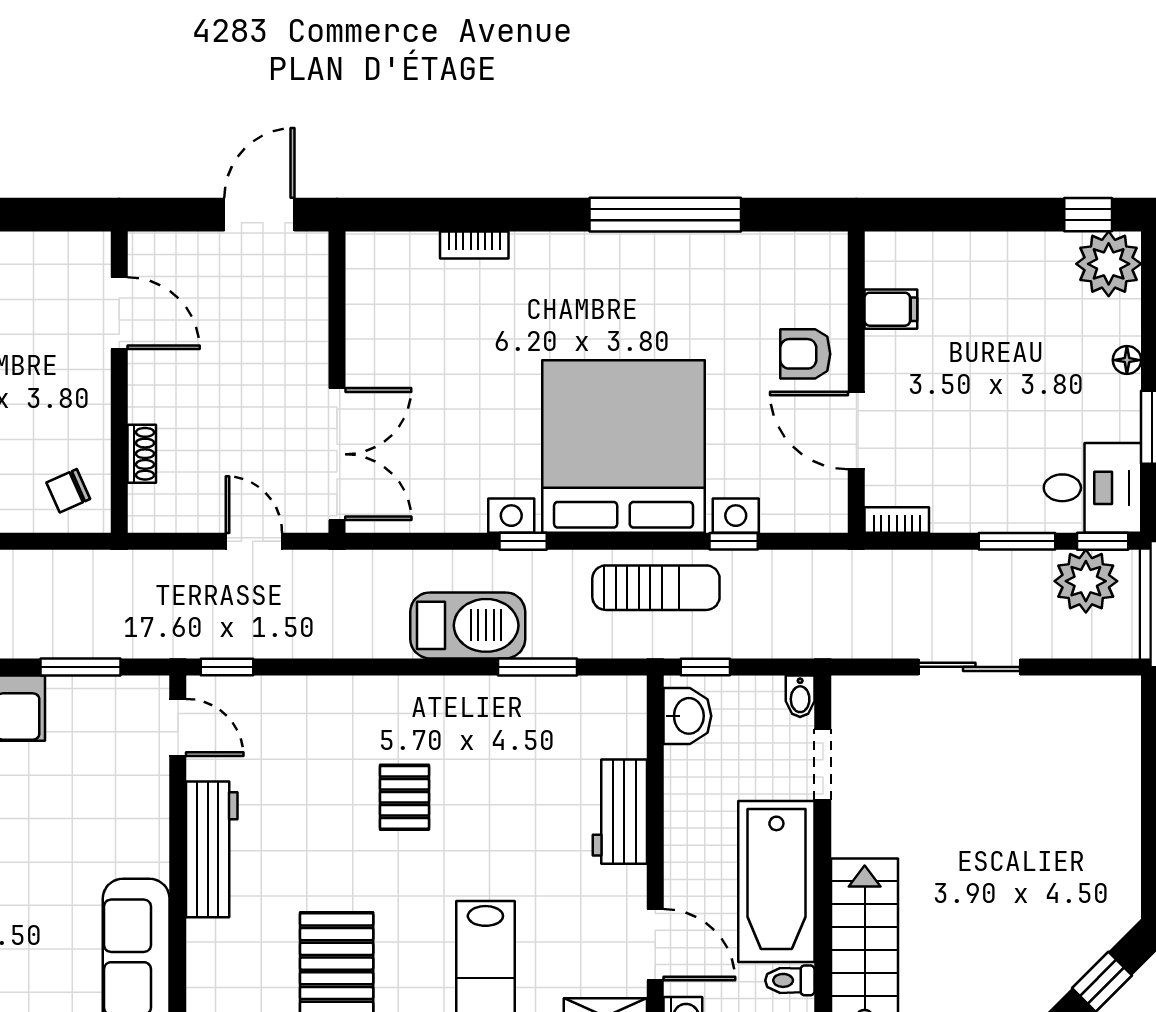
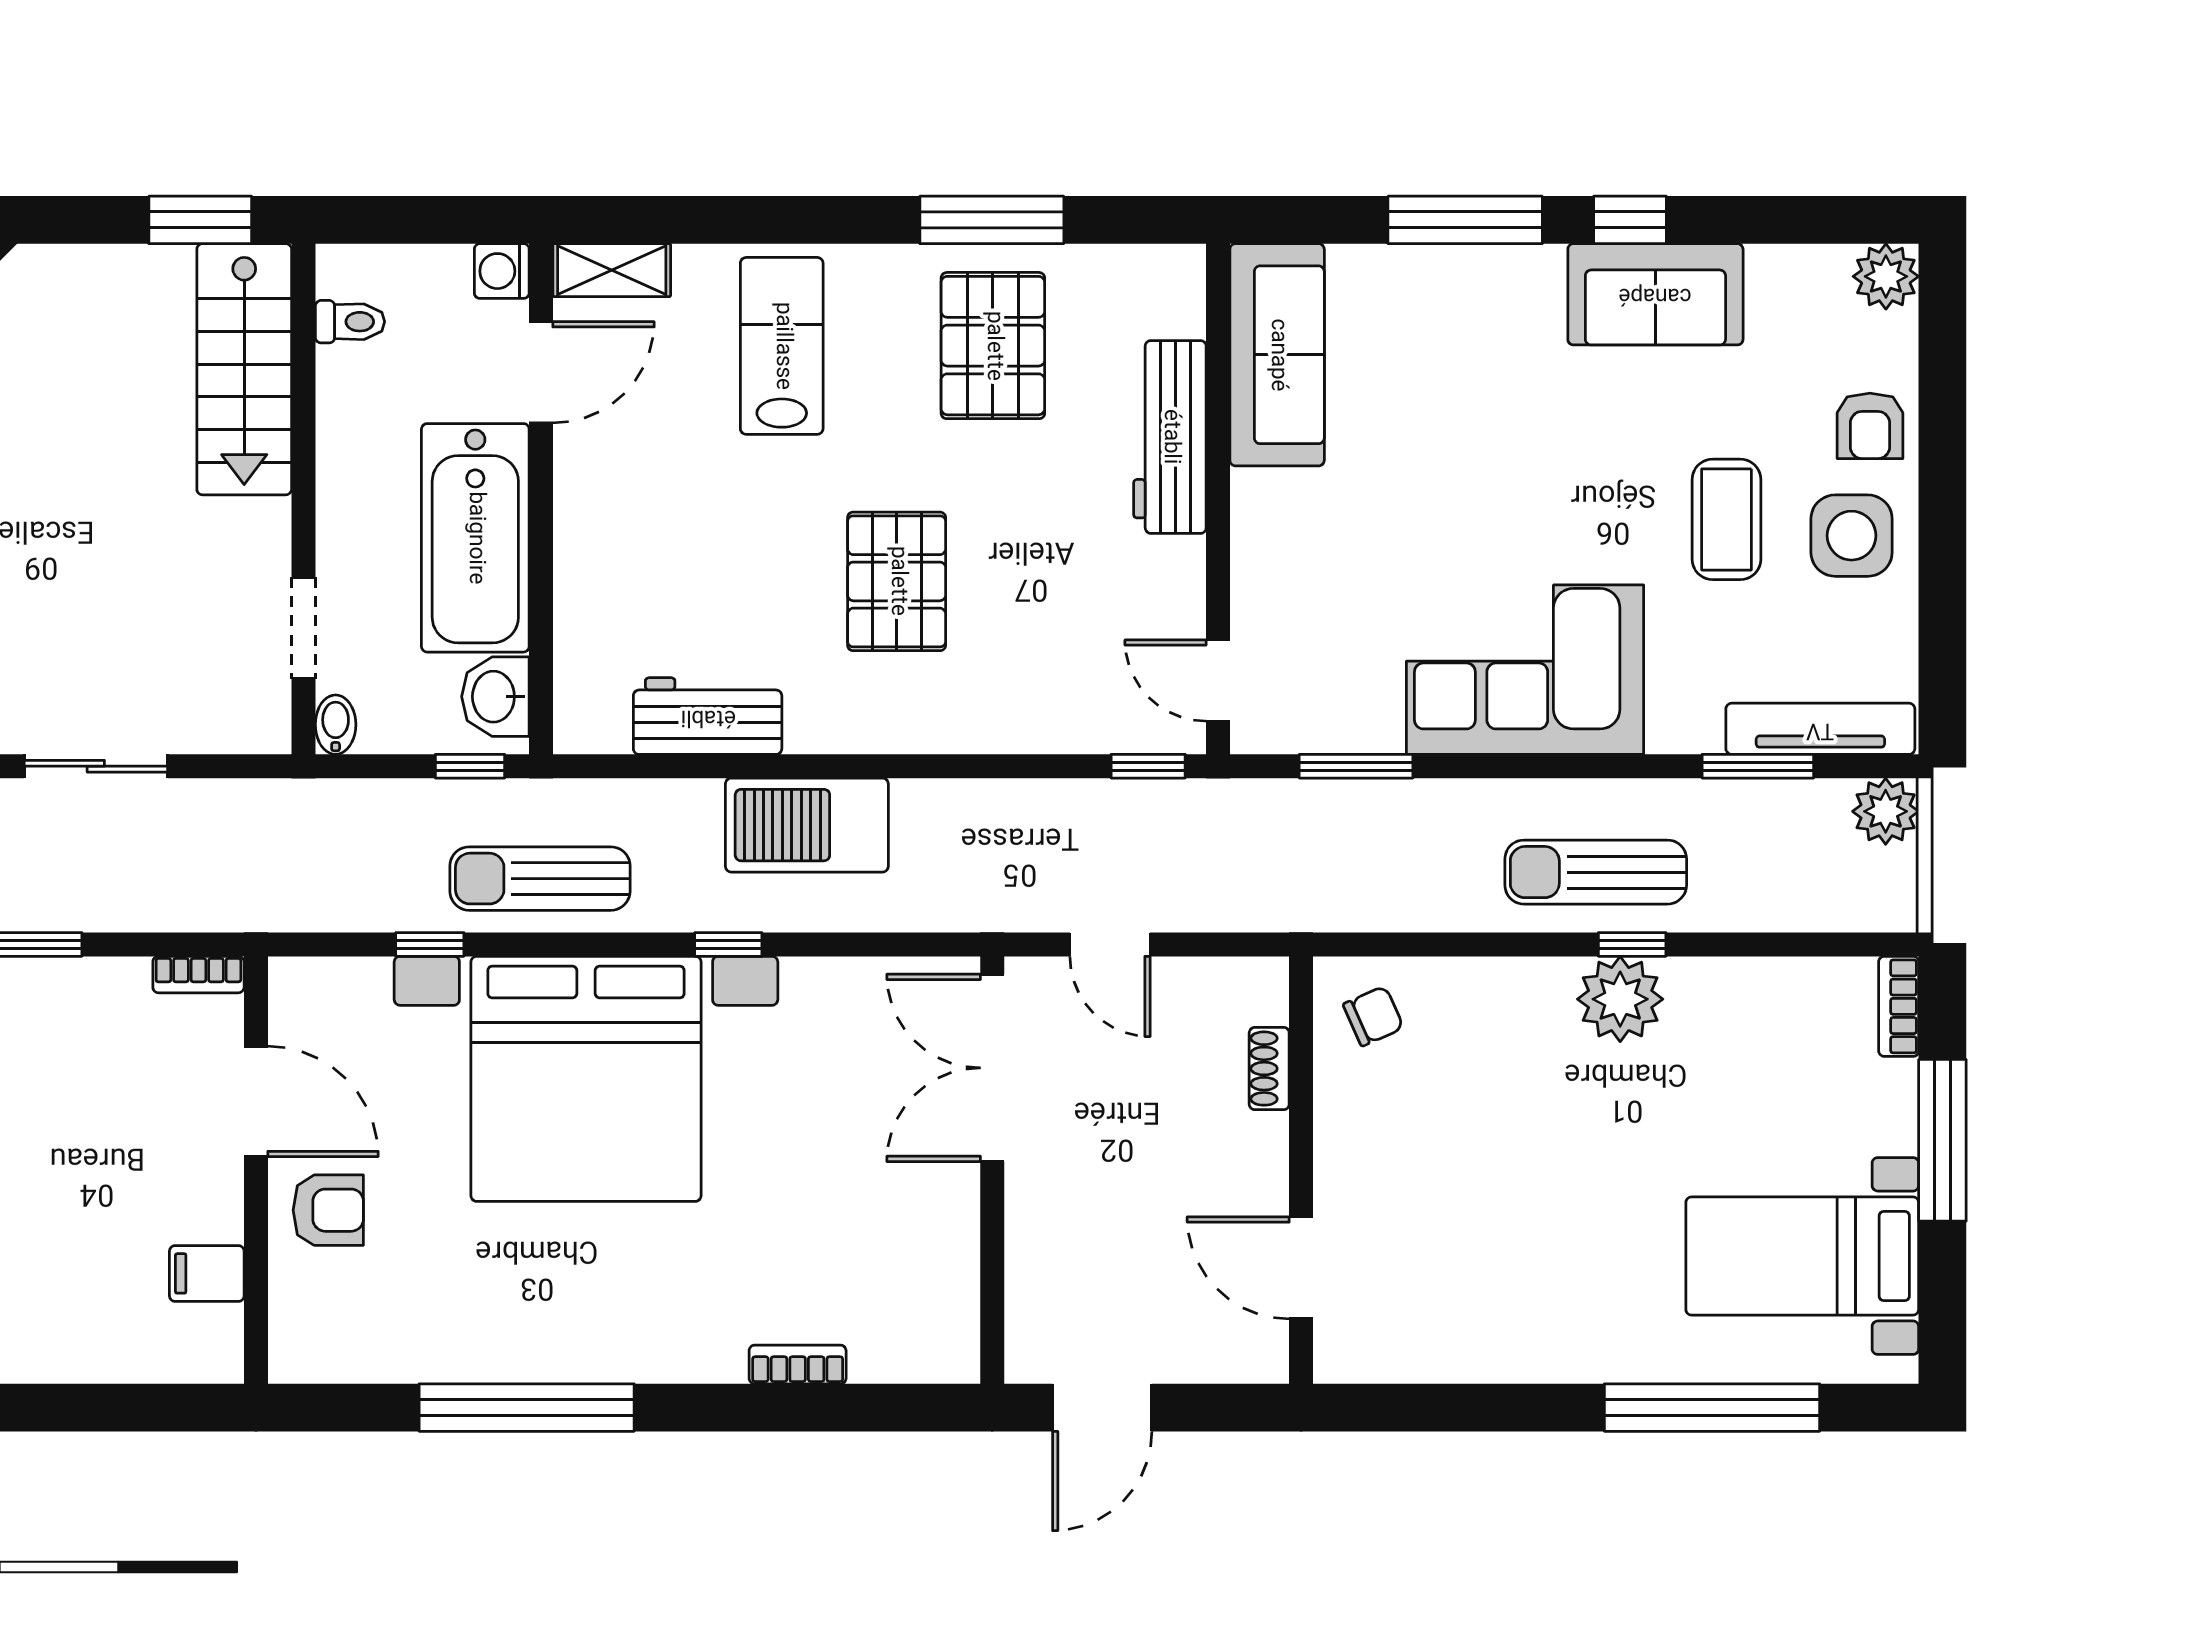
window: (537, 667) -> (708, 766), removed
pallet: (404, 797) -> (897, 581), width x1.50, depth x1.42
workbench: (620, 812) -> (708, 716), moved, turned -90
workbench: (212, 849) -> (1170, 437), moved
bathtub: (776, 881) -> (475, 538), moved, turned 180
door: (655, 945) -> (541, 372), swing flipped

